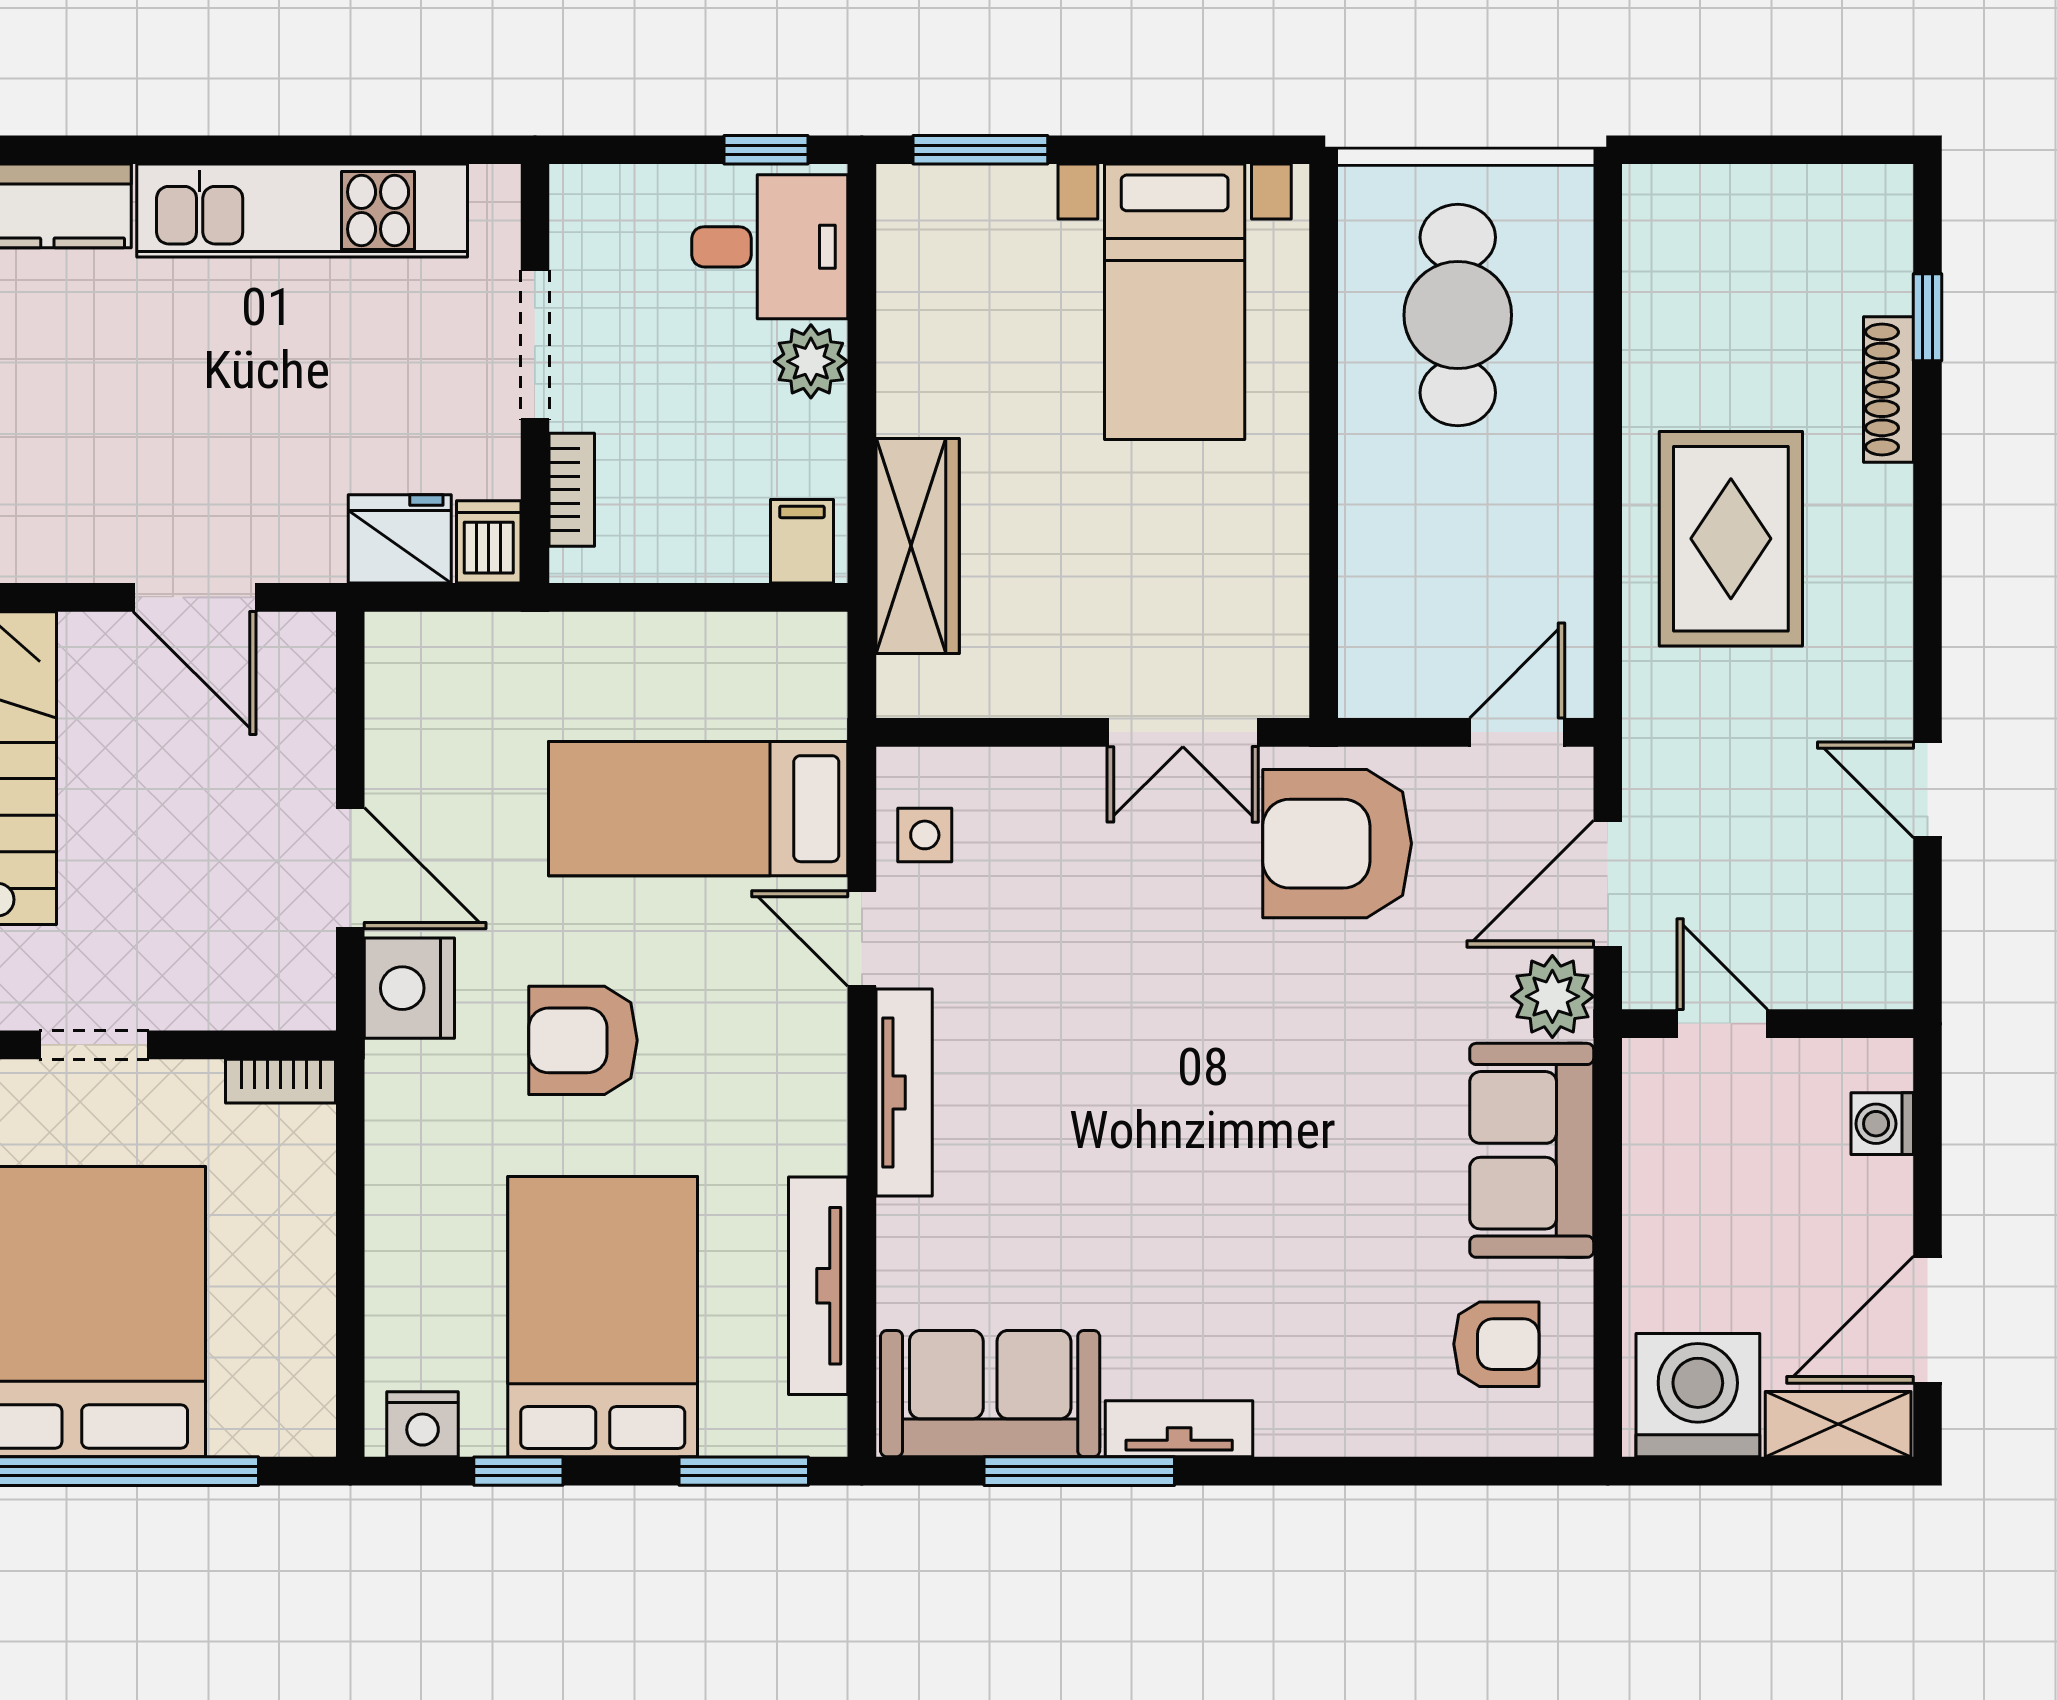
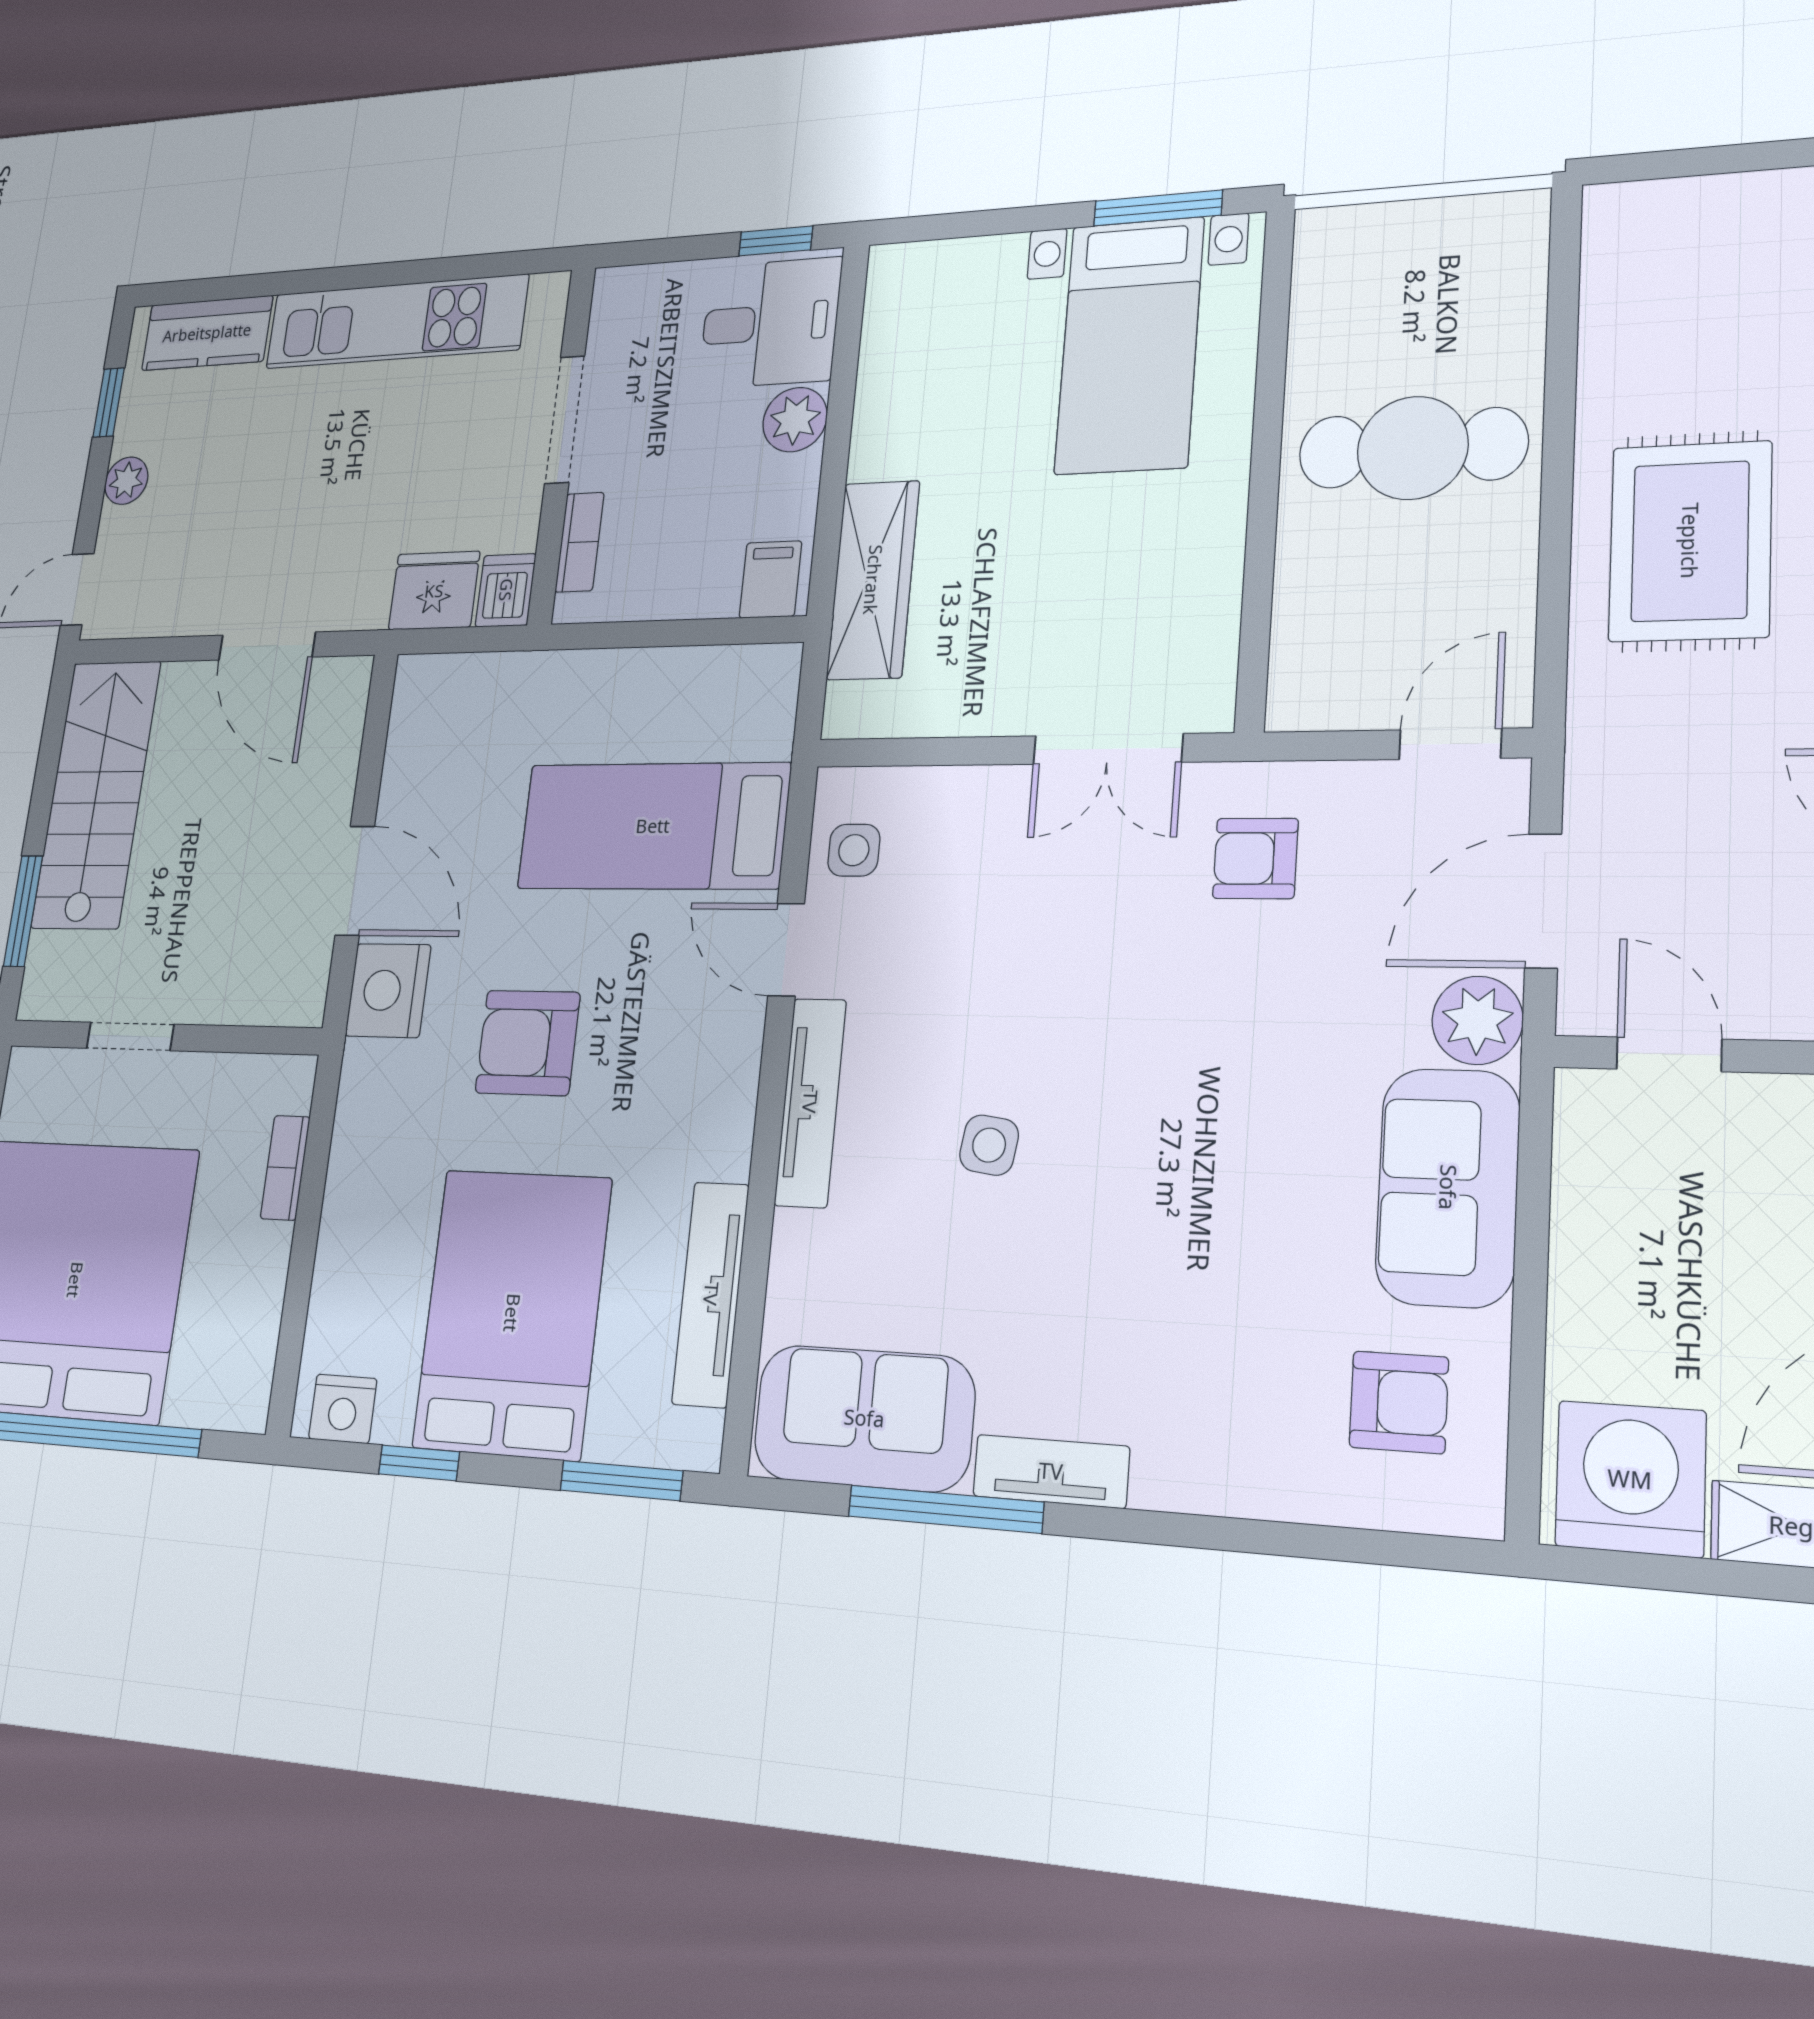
window: (980, 150) -> (1158, 208), moved
cafe table: (1458, 315) -> (1413, 448), moved, turned 90
armchair: (1337, 844) -> (1255, 858), width x0.53, depth x0.53
bookcase: (281, 1081) -> (285, 1168), moved, turned 90
side table: (1093, 1128) -> (989, 1145), added

